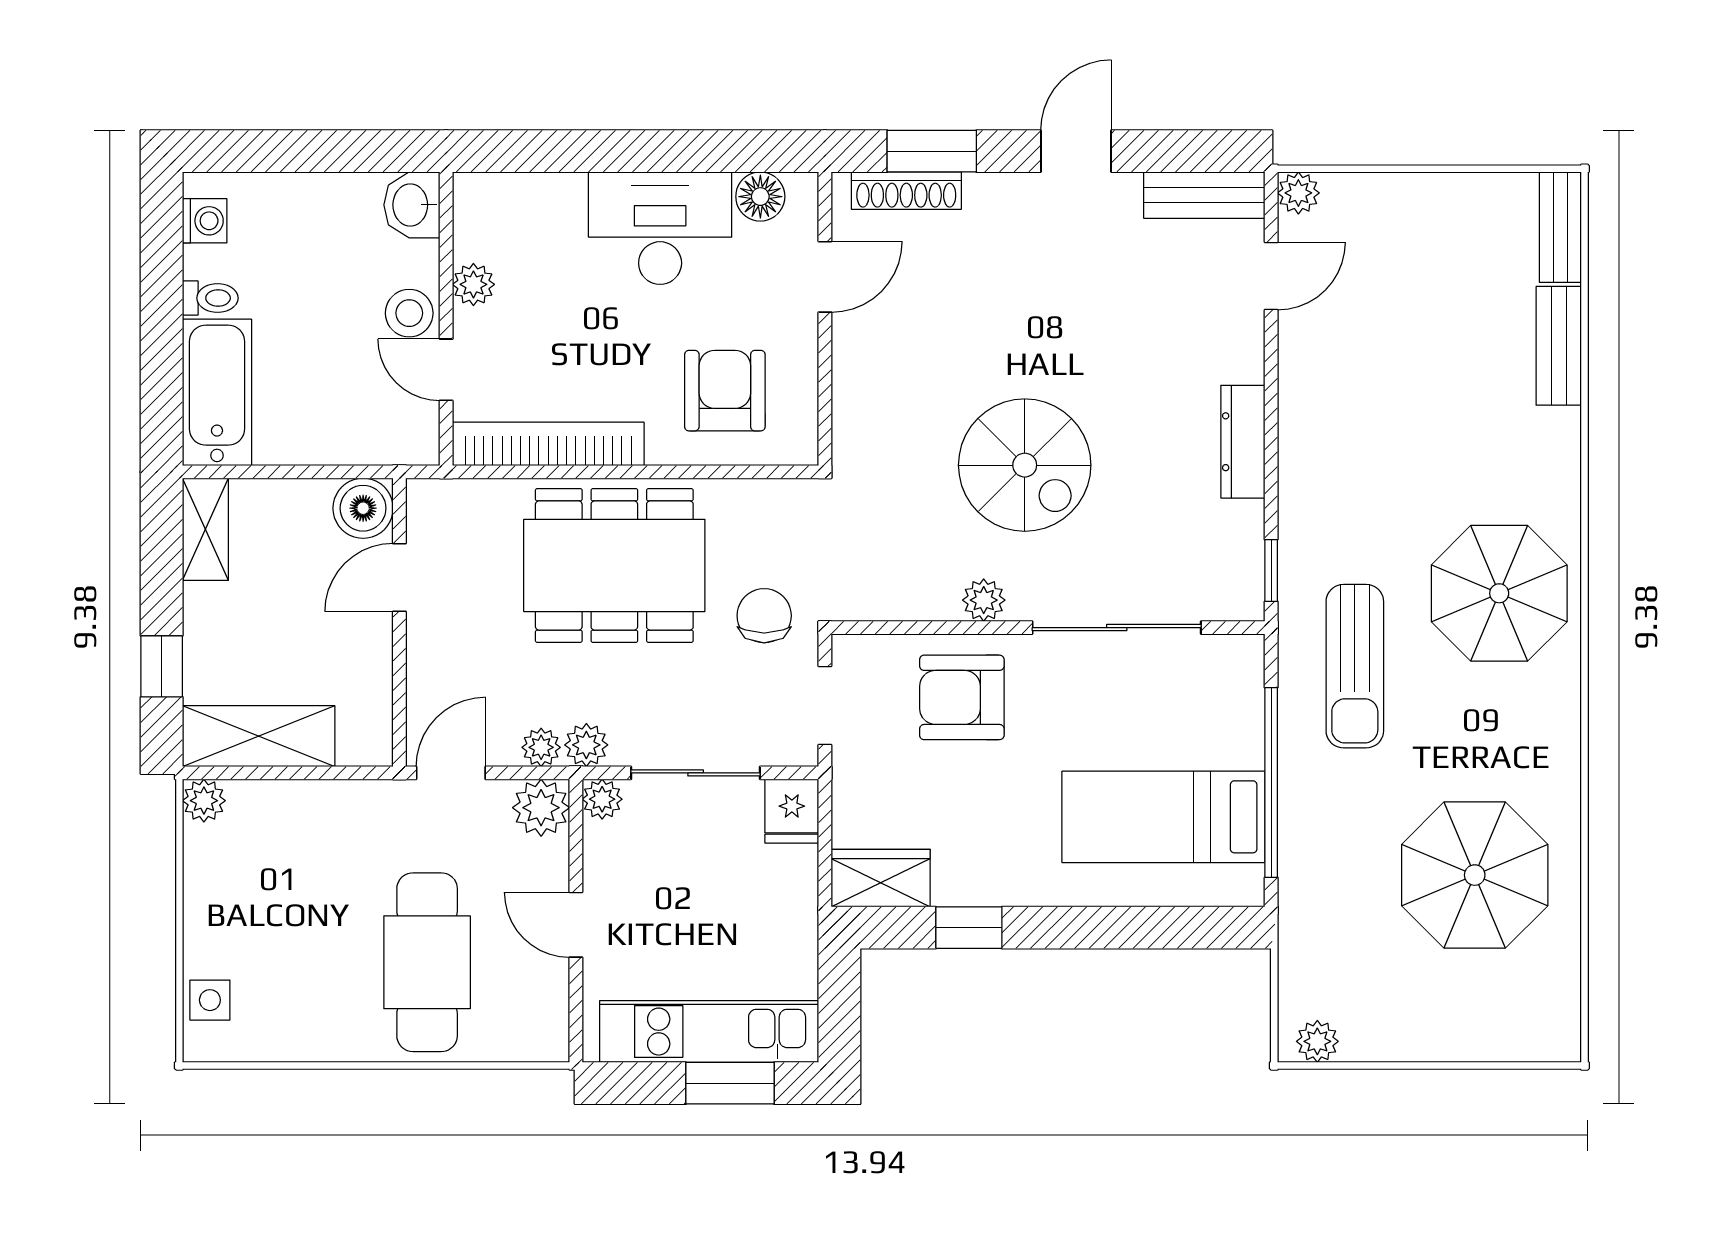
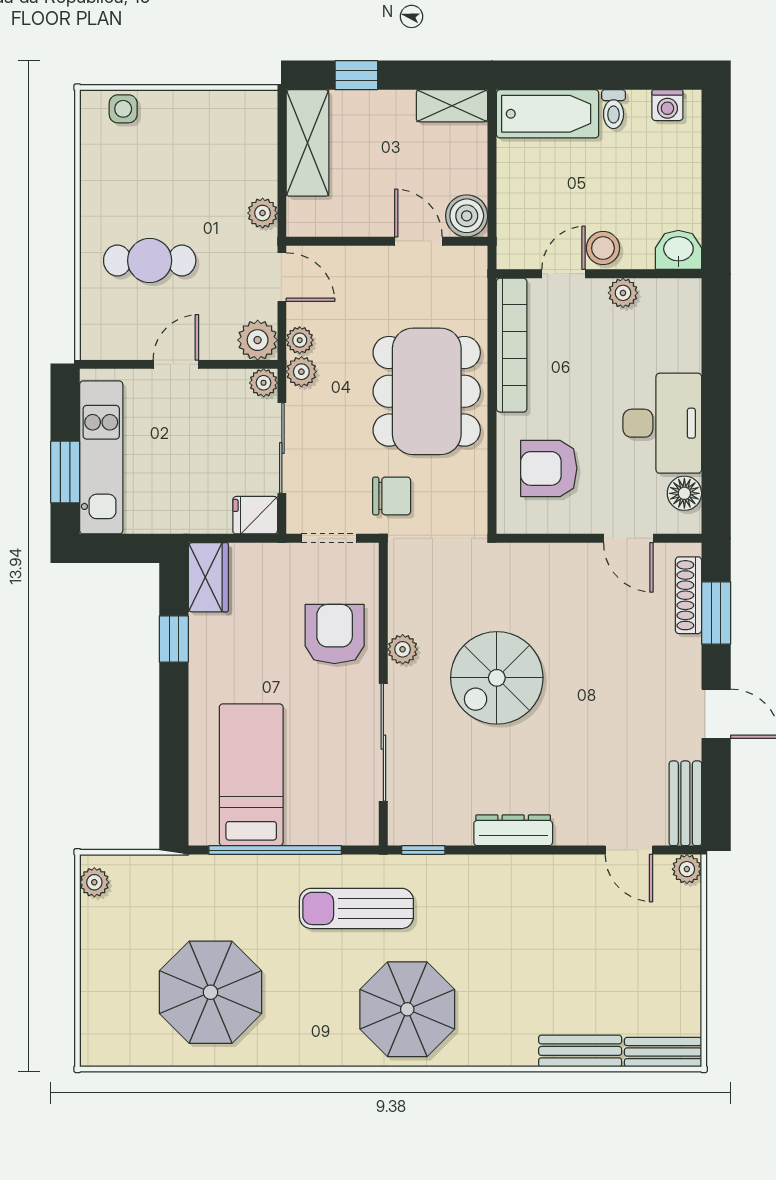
armchair: (725, 391) -> (549, 468), turned 180
plant: (204, 801) -> (263, 213), moved
cafe table: (427, 962) -> (150, 261), width x0.73, depth x0.74

